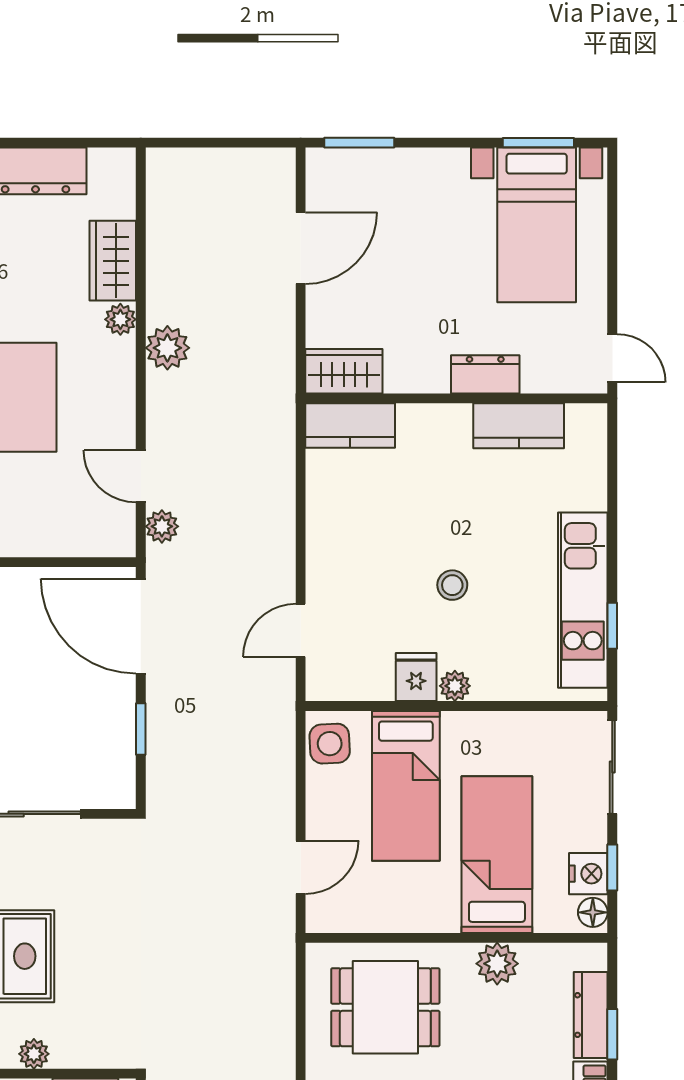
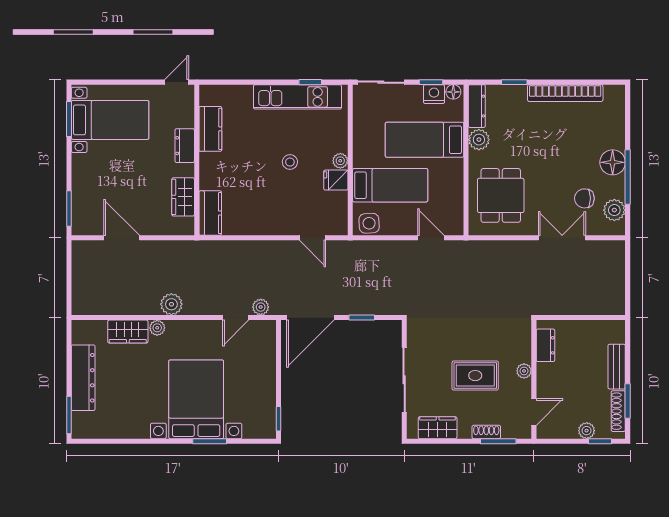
wardrobe: (344, 371) -> (183, 197), moved
dresser: (591, 1015) -> (477, 106), moved, turned -90

